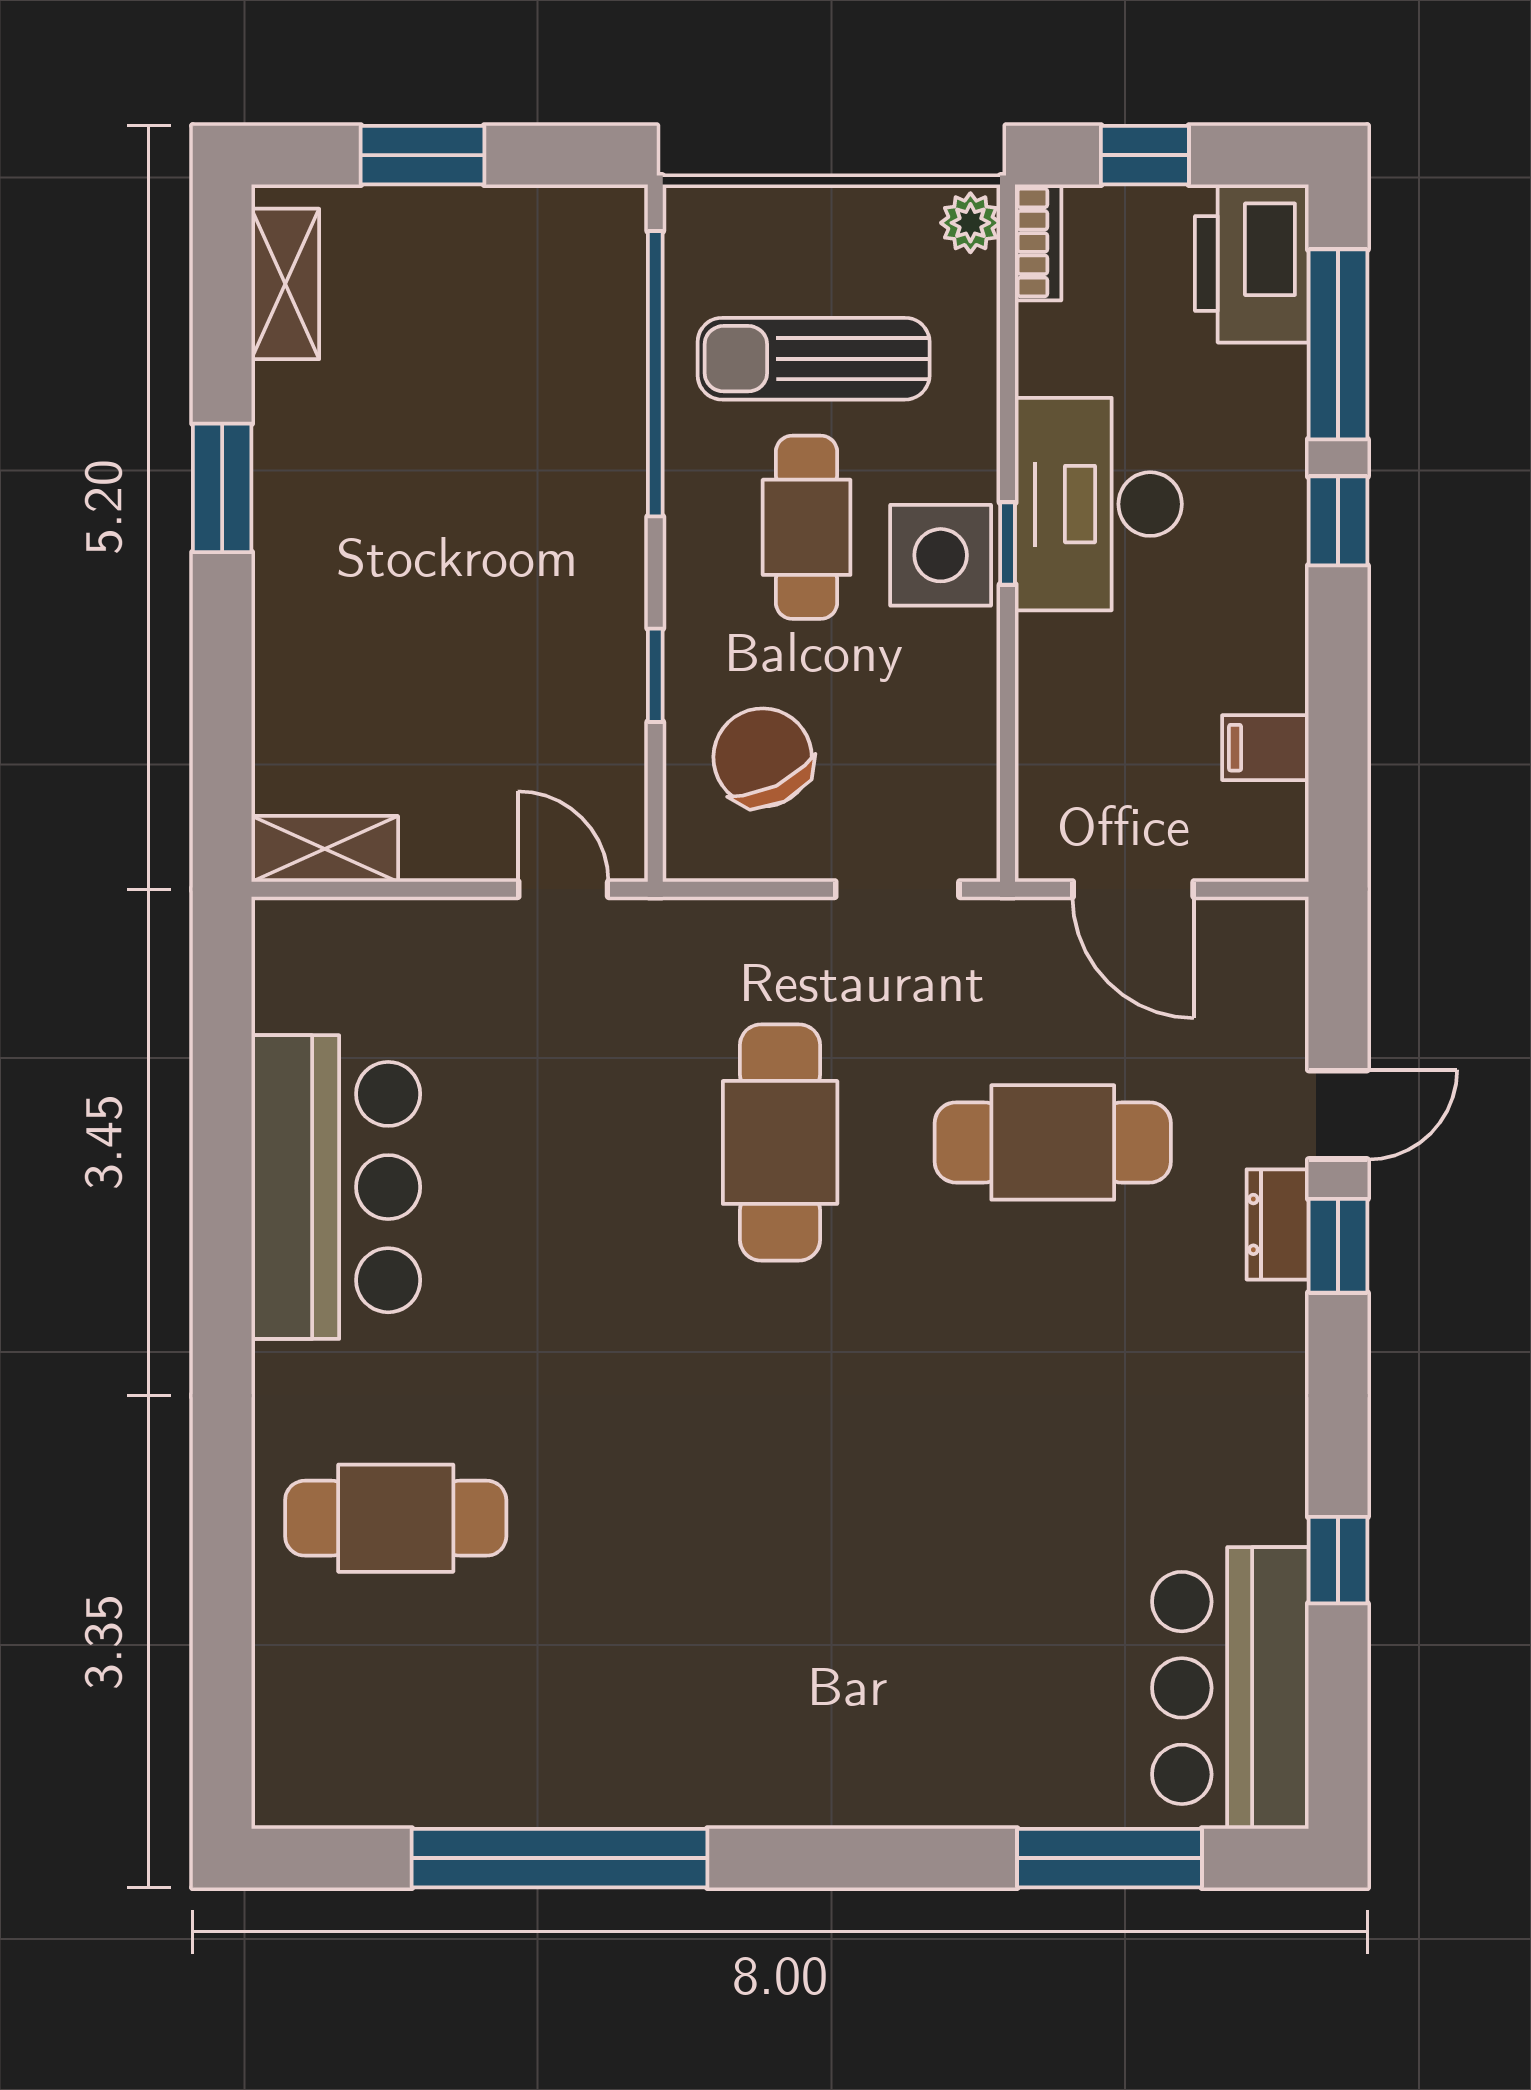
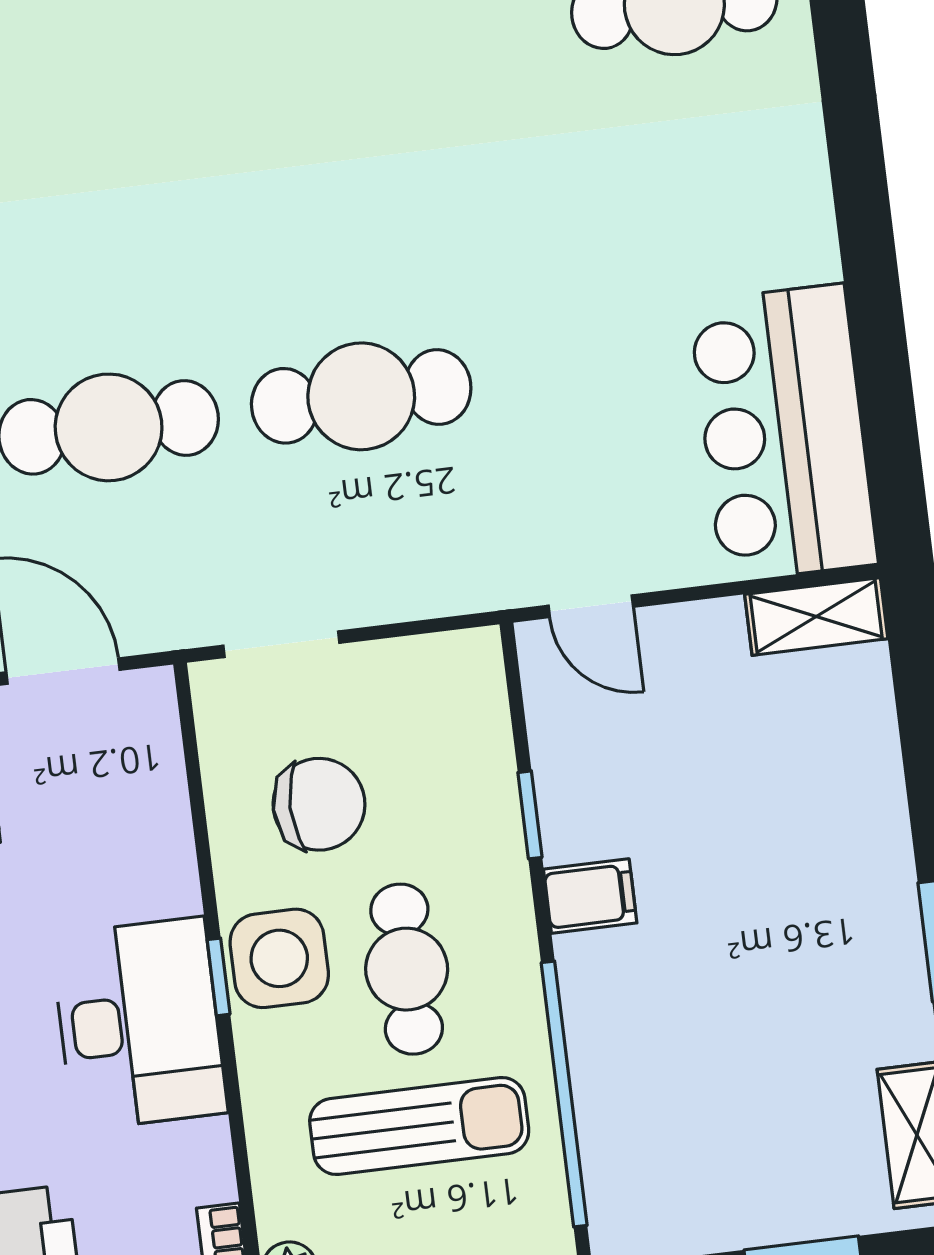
filing cabinet: (602, 581) -> (590, 896), added
chair: (763, 758) -> (319, 804), moved, turned -64
cafe table: (780, 1142) -> (361, 396), turned 90
bar counter: (336, 1187) -> (783, 433), moved

